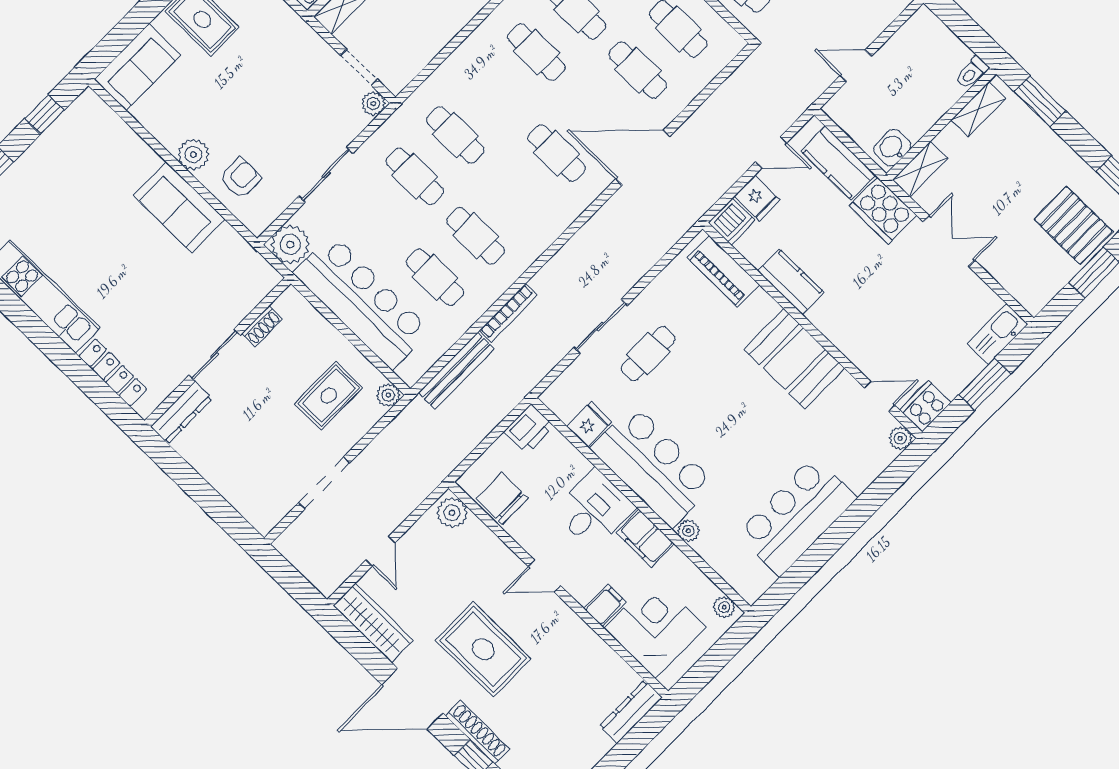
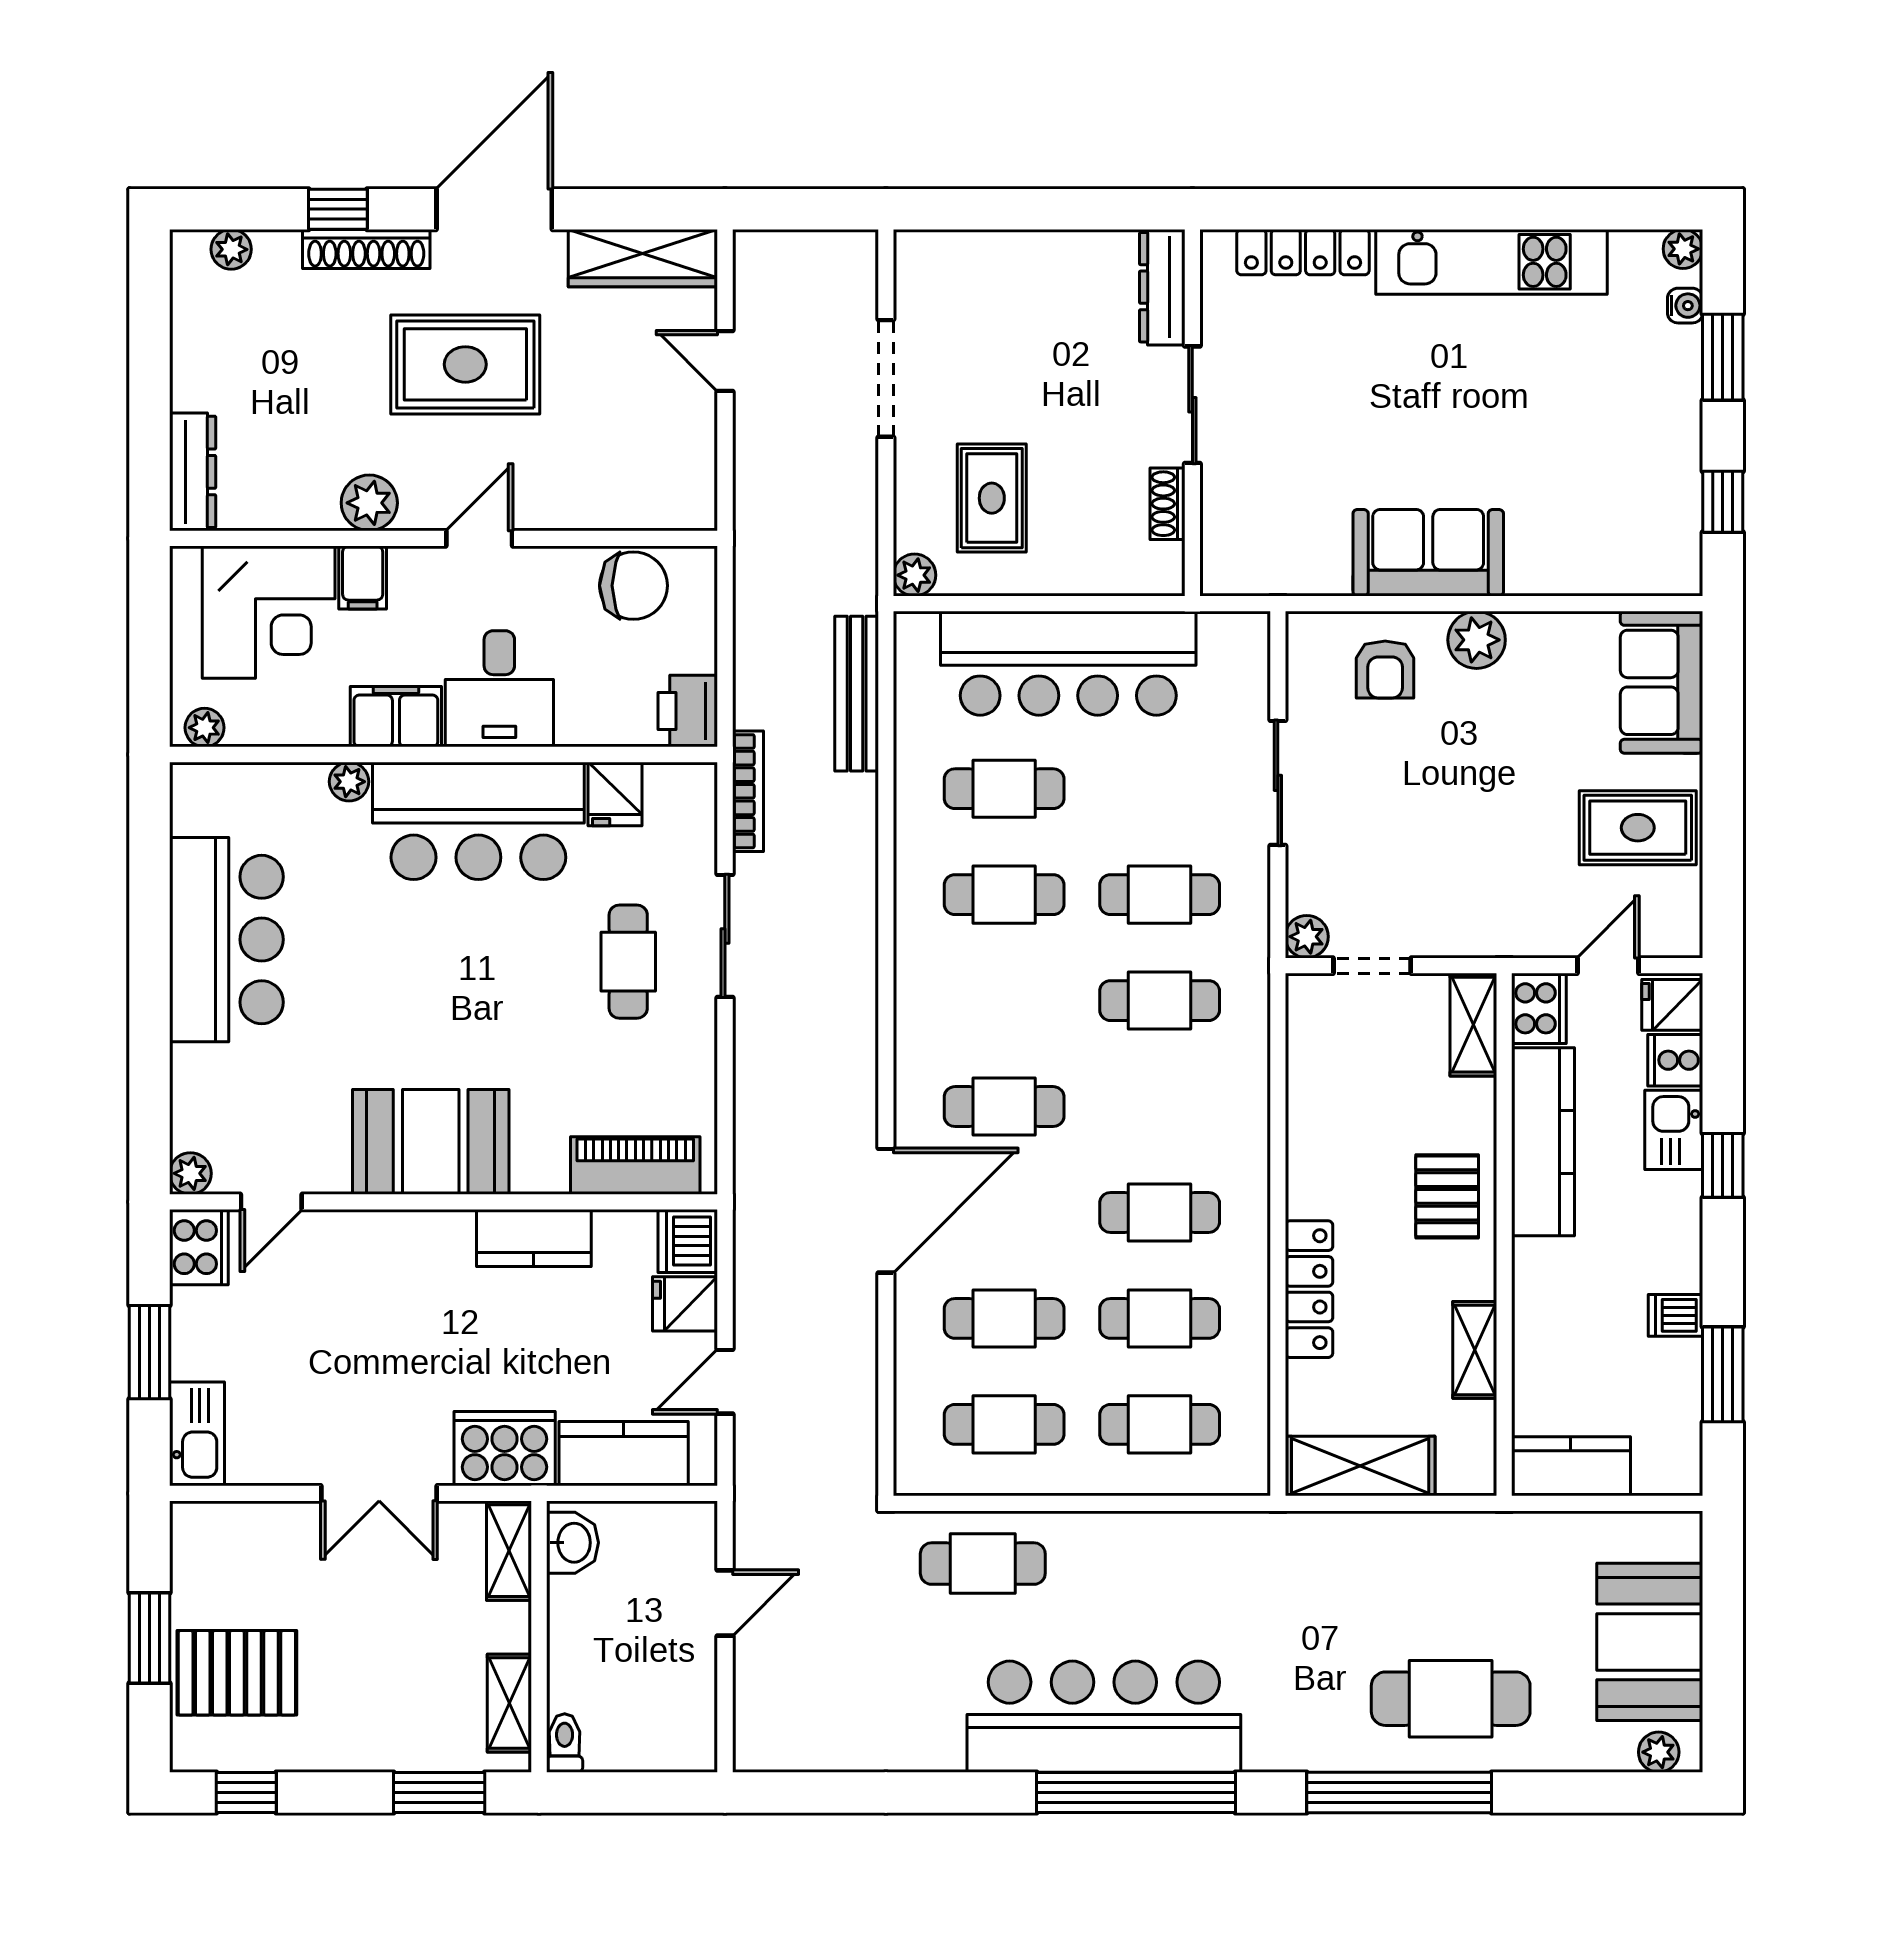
plant: (290, 244) -> (1235, 646), removed
bookcase: (508, 313) -> (748, 791), moved, turned 180
plant: (452, 513) -> (369, 503), moved

